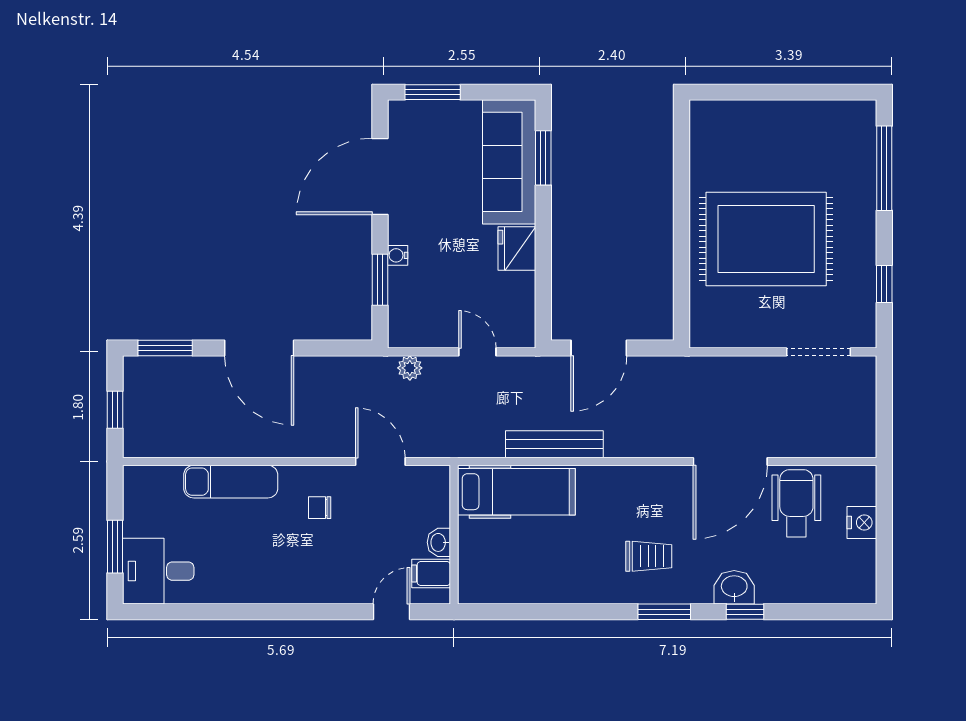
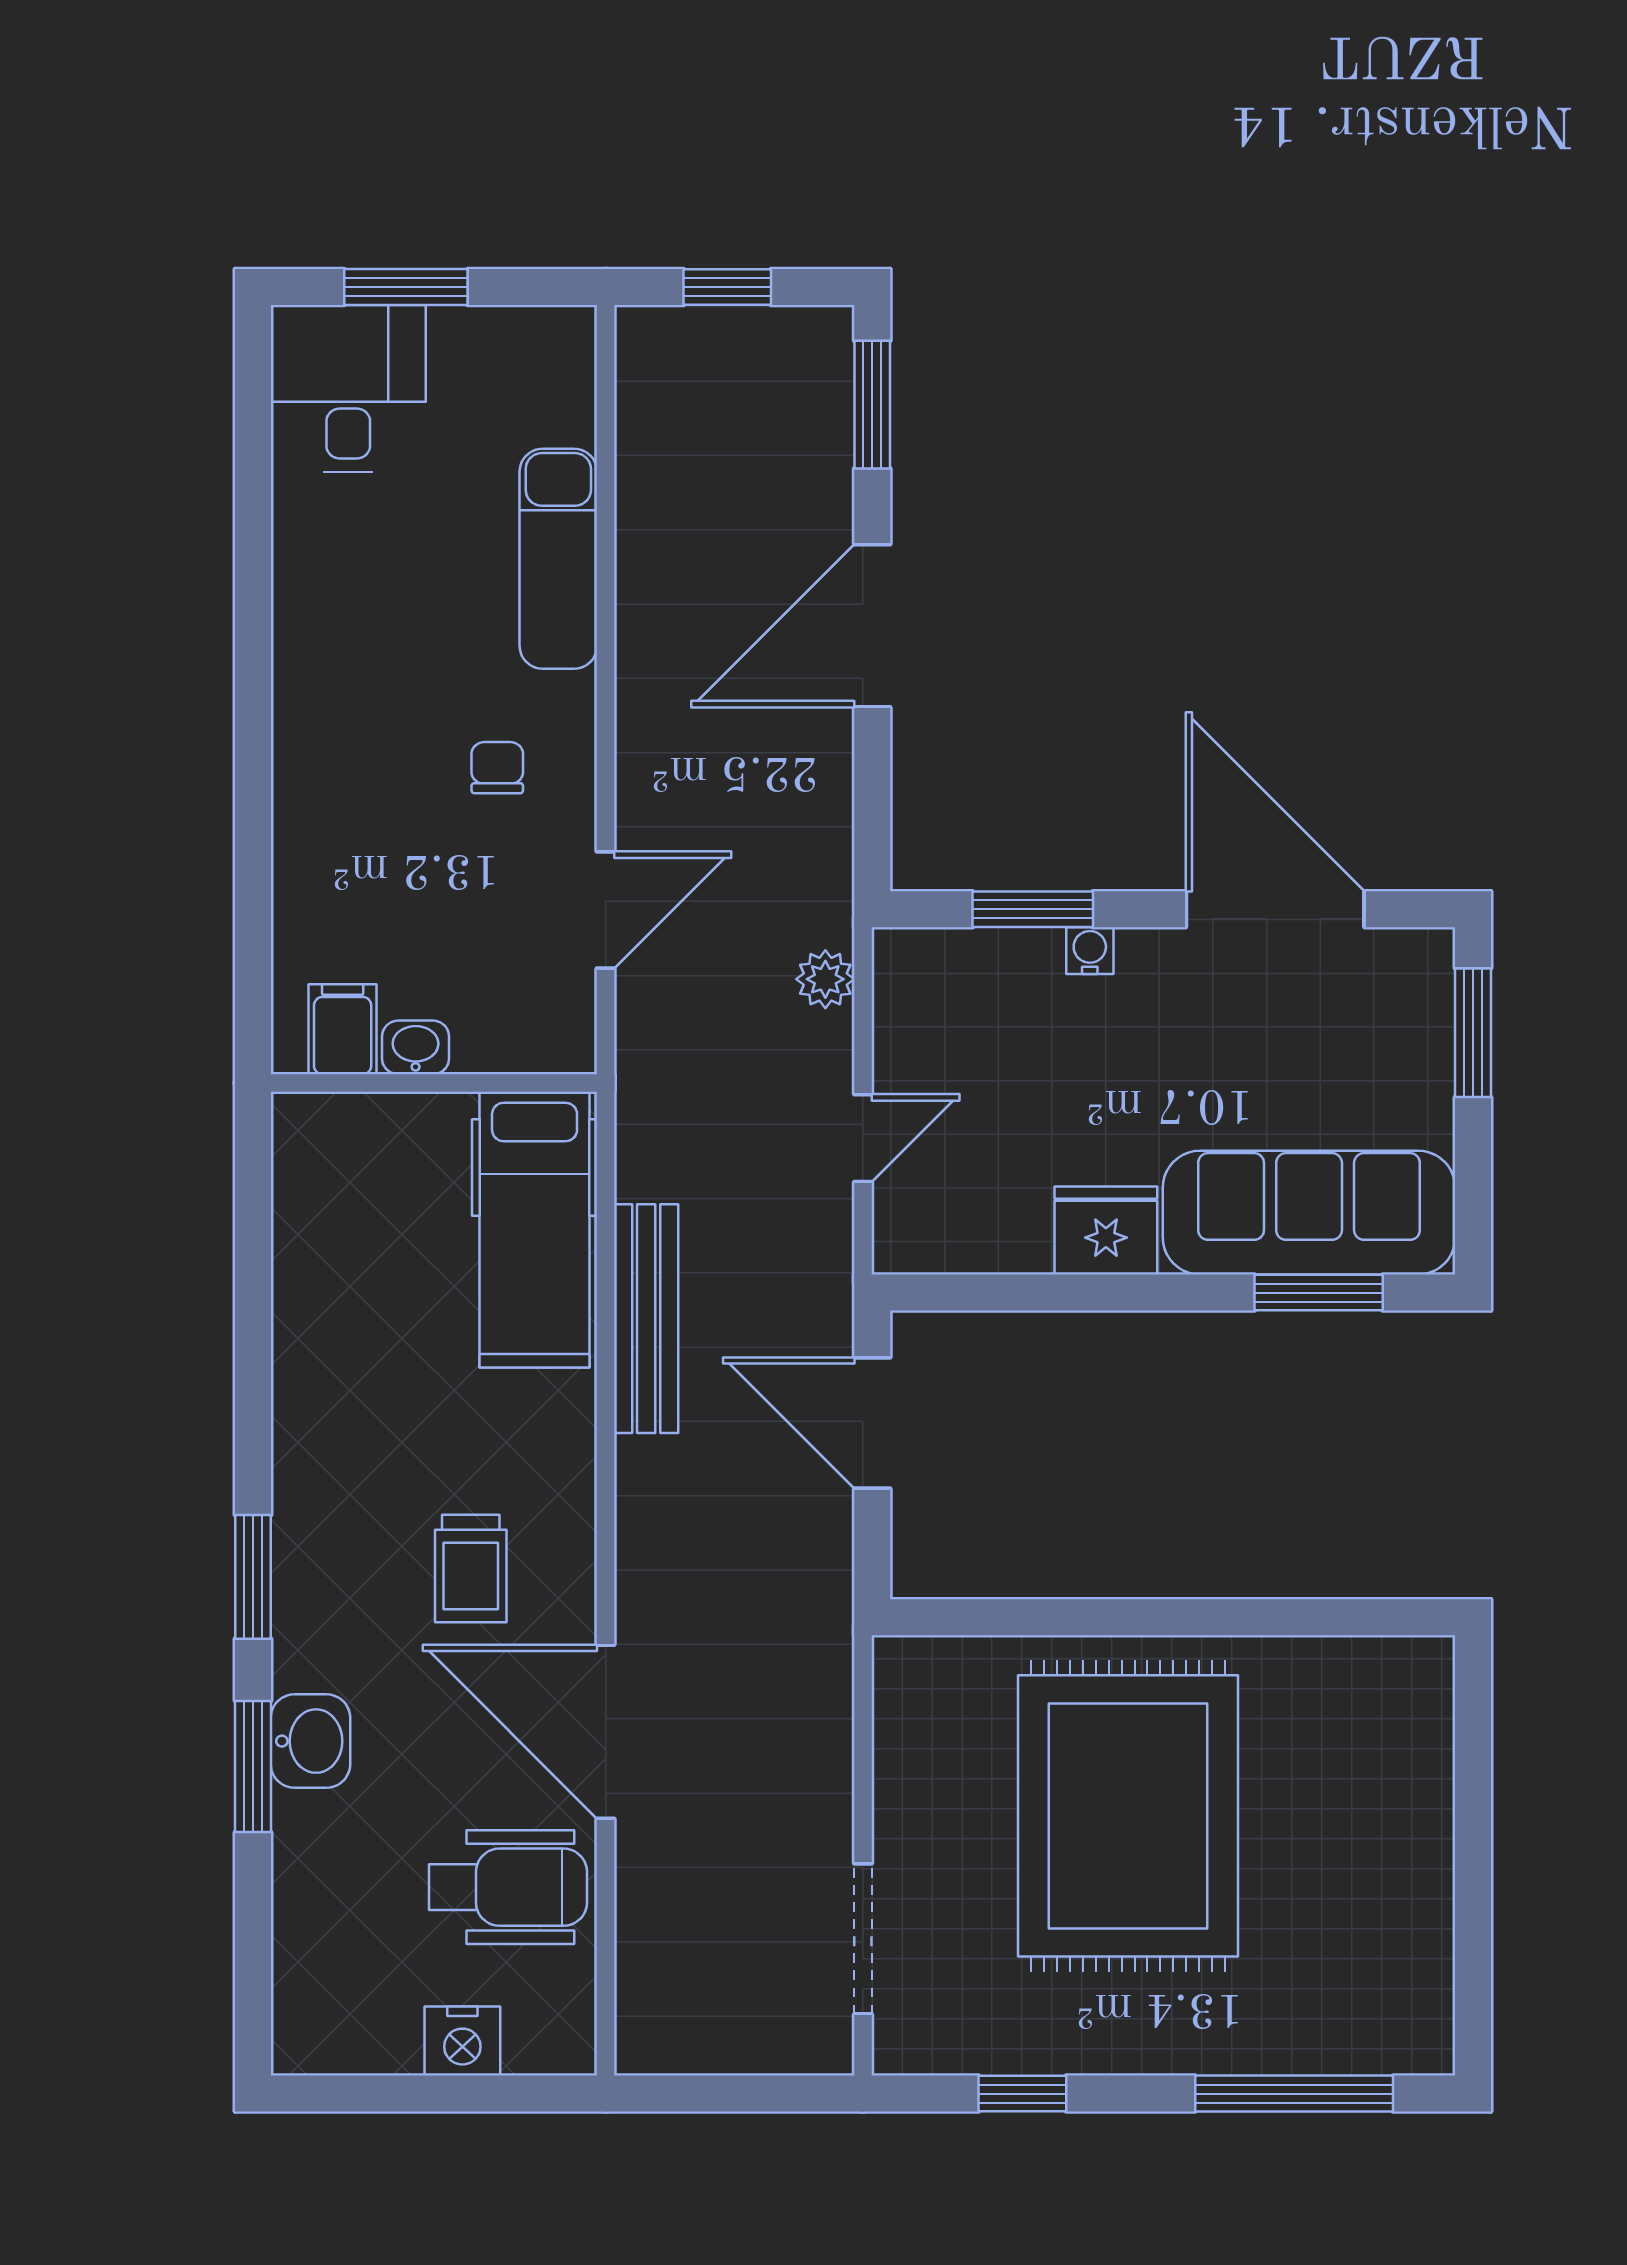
trolley: (649, 556) -> (471, 1568), moved
door: (392, 612) -> (253, 936), removed
window: (745, 612) -> (253, 1767), width x1.50

